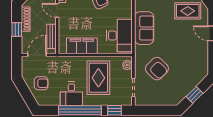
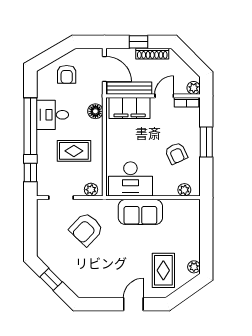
bench: (51, 36) -> (129, 88), width x1.36
filing cabinet: (82, 46) -> (130, 108), moved, turned 90
floor lamp: (69, 62) -> (95, 111), added
rug: (98, 78) -> (74, 151), width x0.73, depth x0.70

